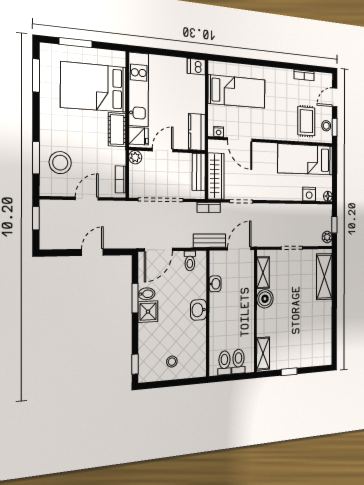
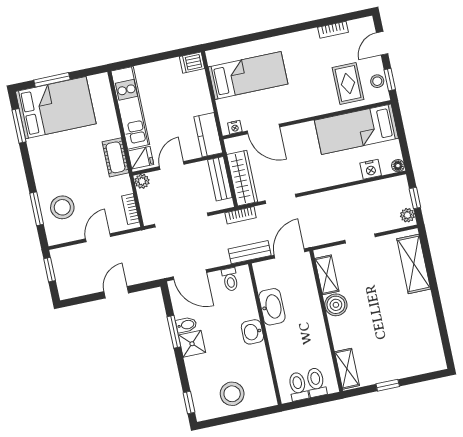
bed: (94, 87) -> (56, 108), moved, turned 180
door: (158, 250) -> (190, 275), hinge flipped
washbasin: (215, 284) -> (272, 307), width x1.91, depth x1.45
stool: (172, 362) -> (232, 394), width x1.89, depth x1.89

